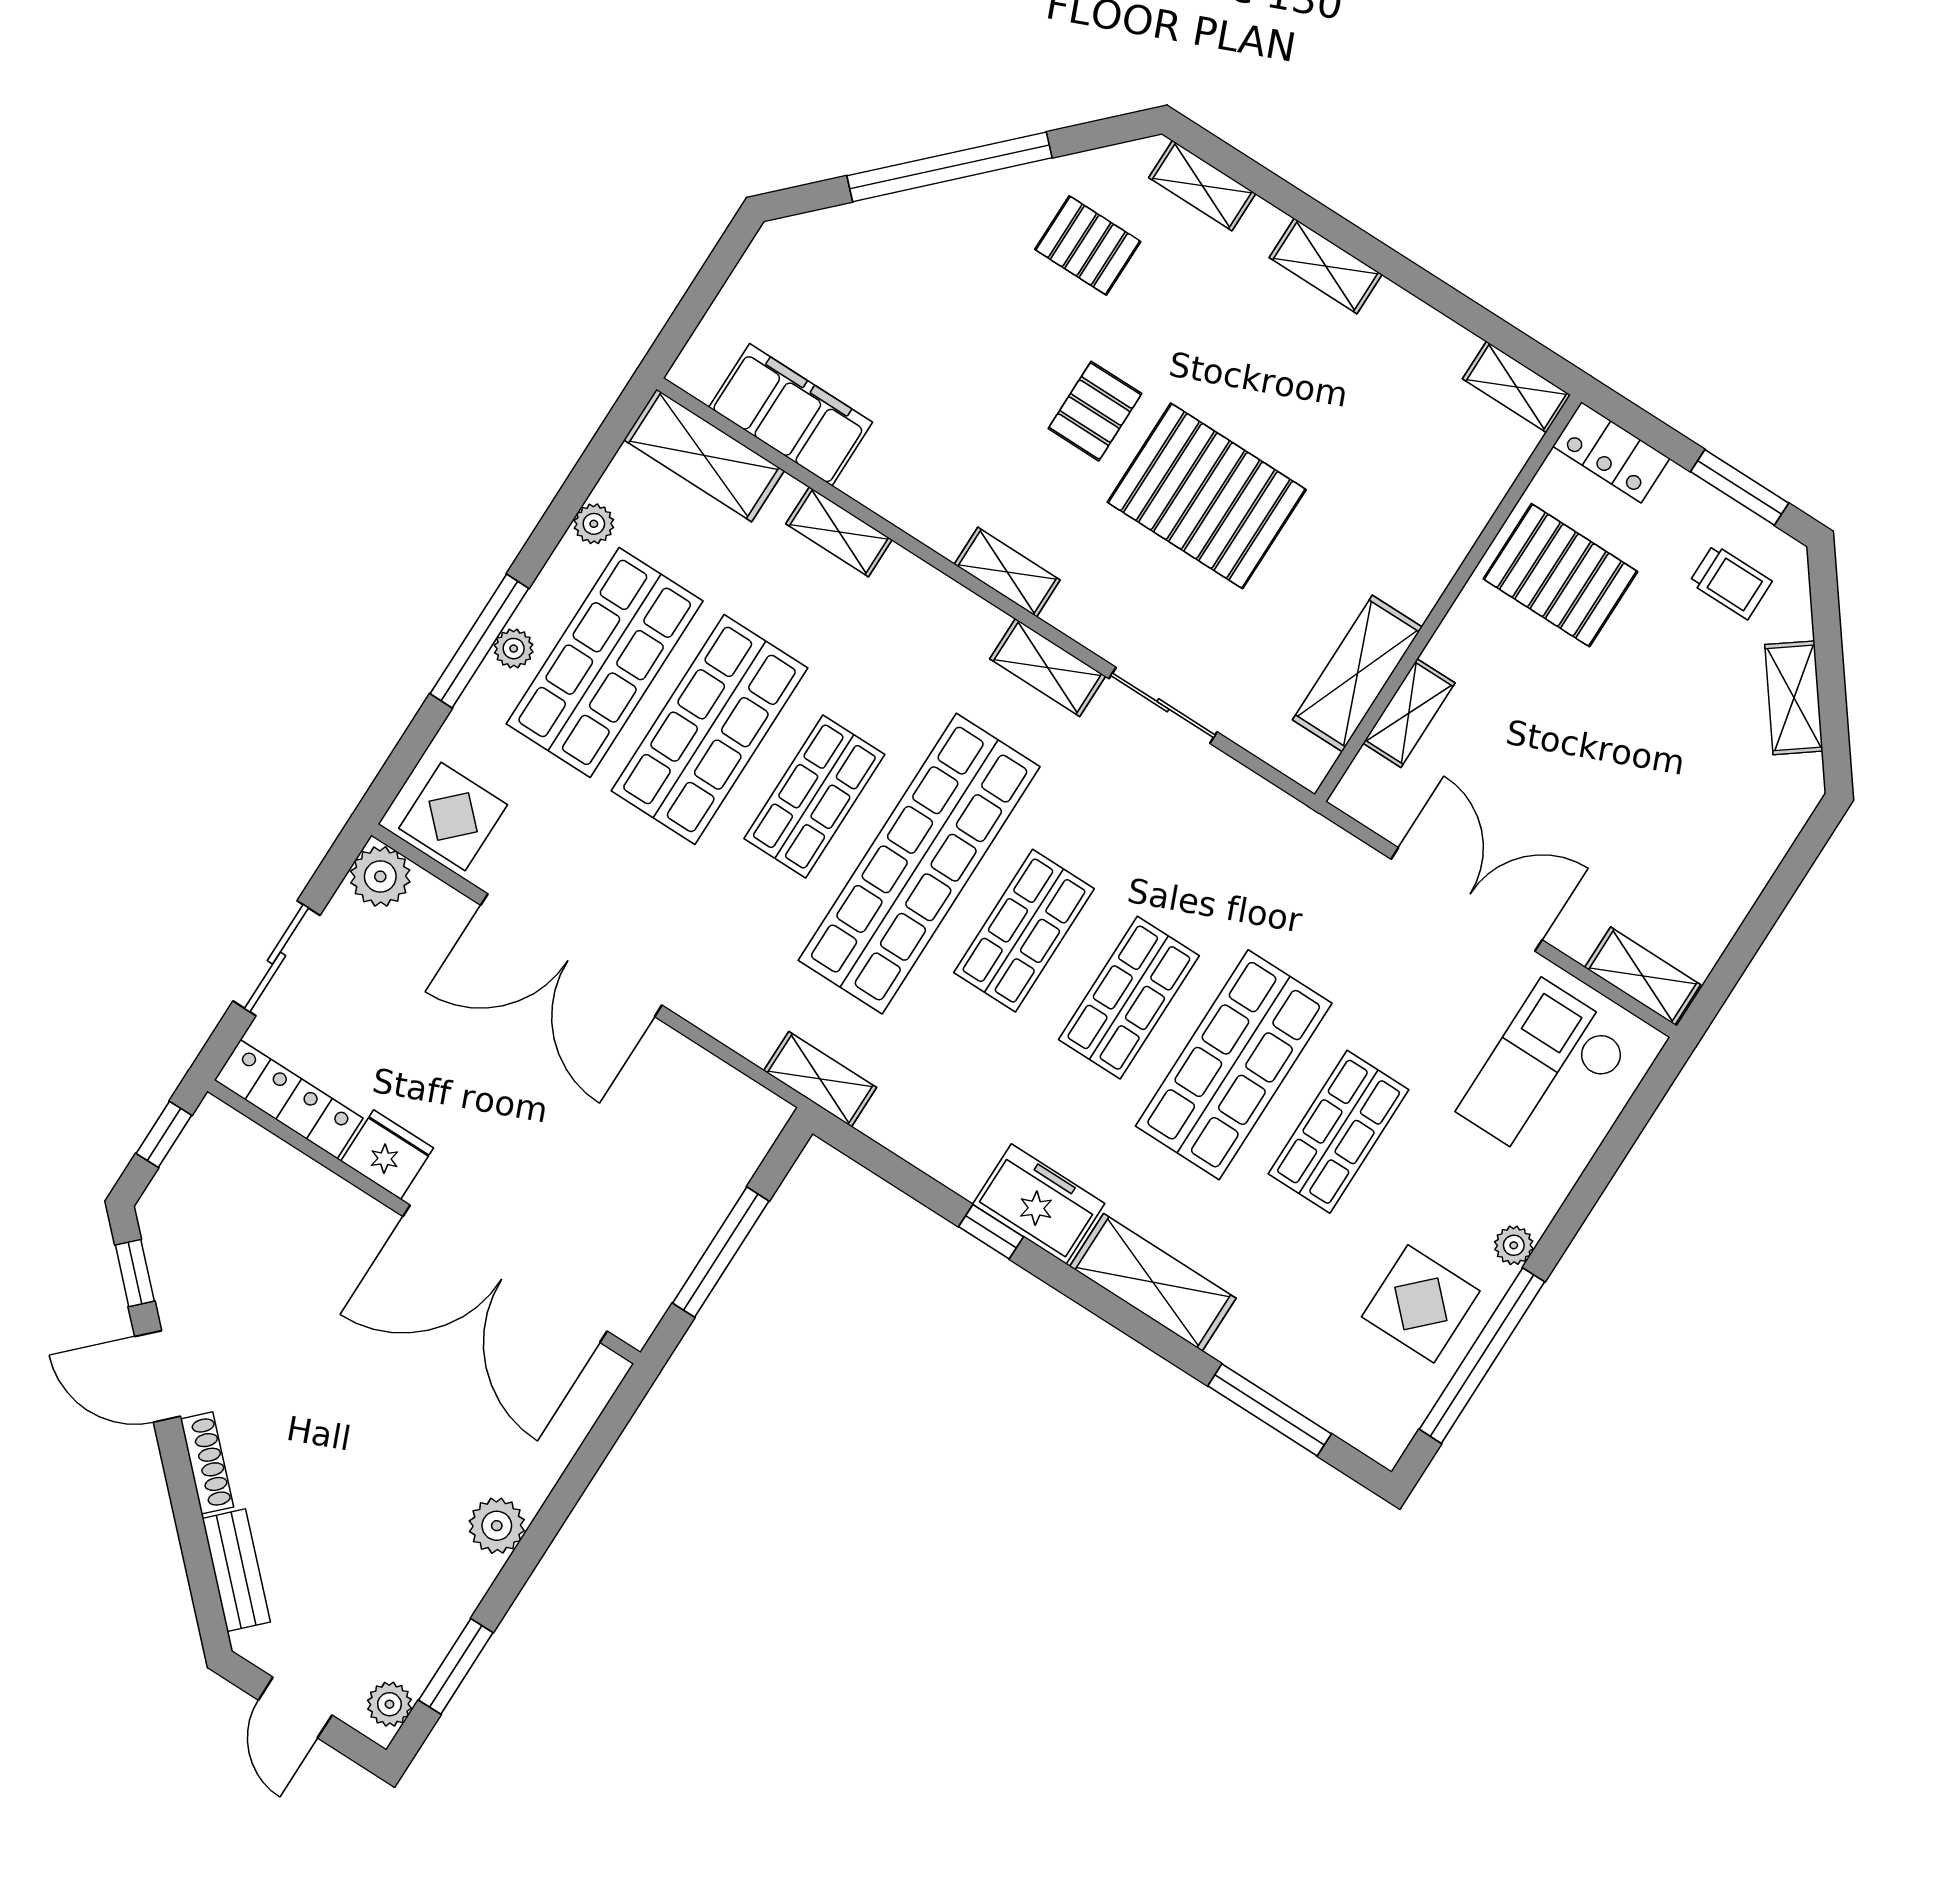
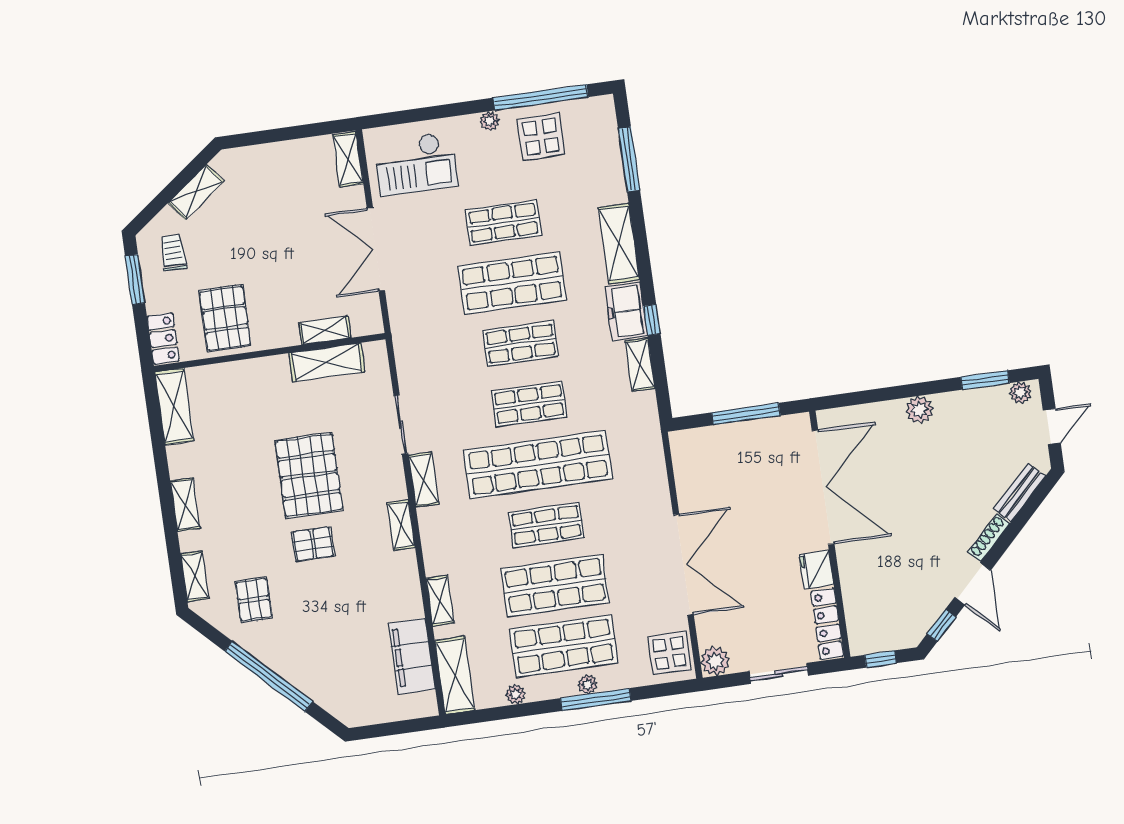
shelving: (1517, 387) -> (174, 406), width x1.50, depth x1.33
shelving: (820, 1079) -> (640, 365), moved

